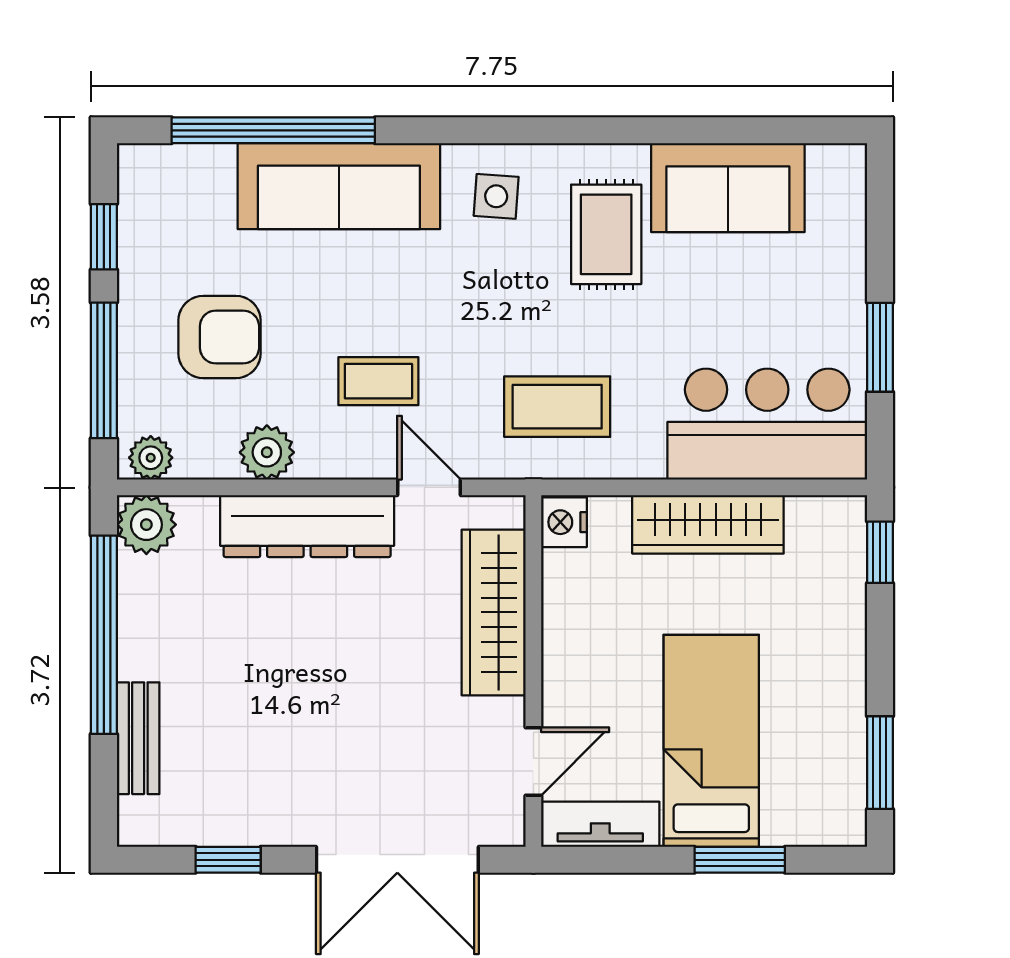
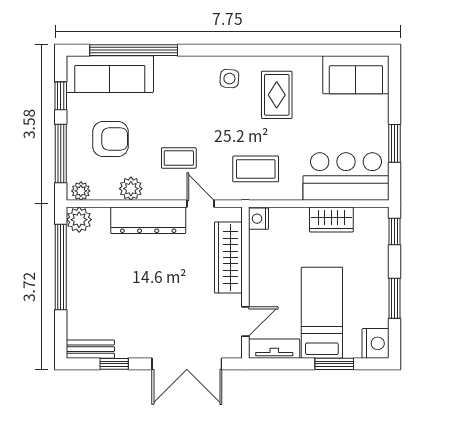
sofa: (339, 186) -> (110, 74), moved
sofa: (728, 188) -> (356, 75), moved
wardrobe: (708, 524) -> (331, 220), width x0.67
bench: (138, 738) -> (90, 349), moved, turned 90
window: (880, 763) -> (394, 298), moved
nightstand: (836, 812) -> (376, 343), added

